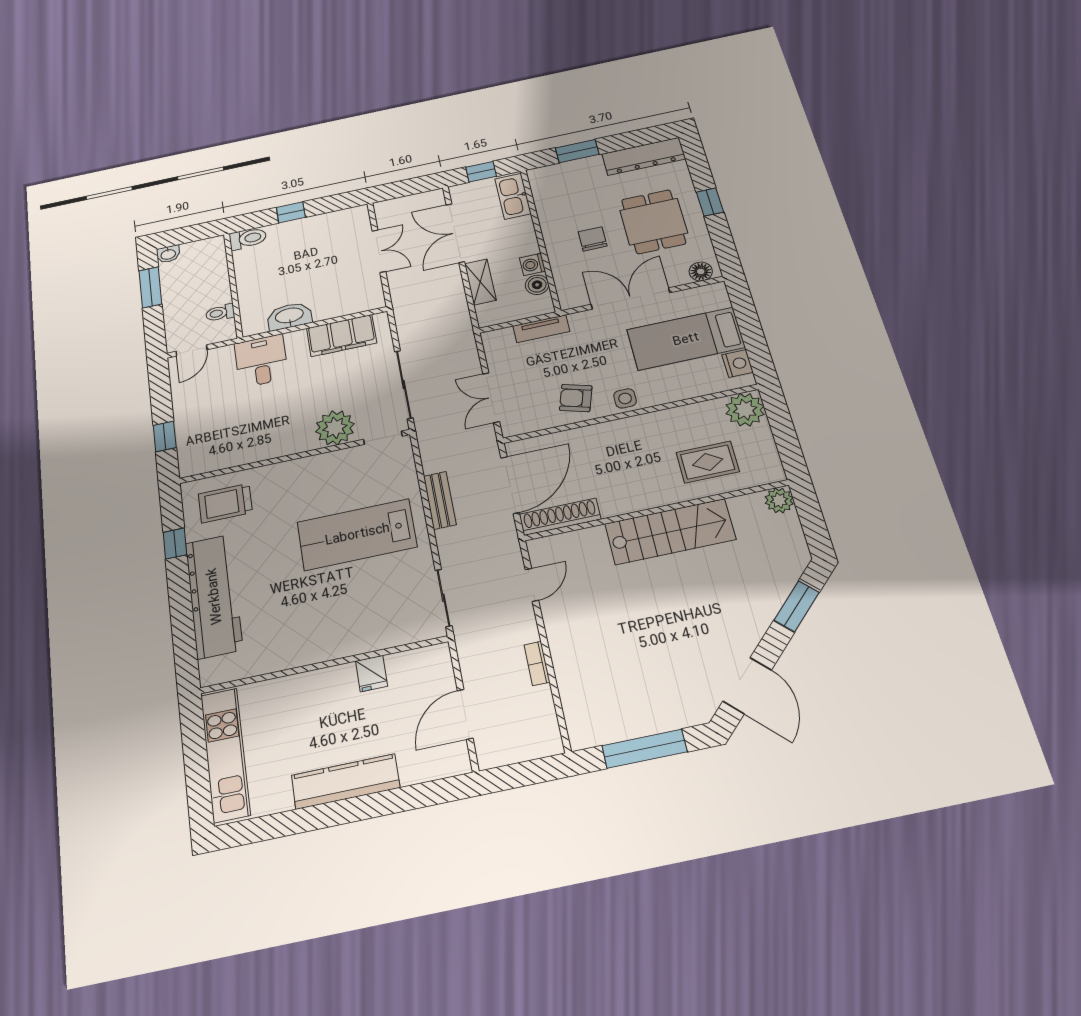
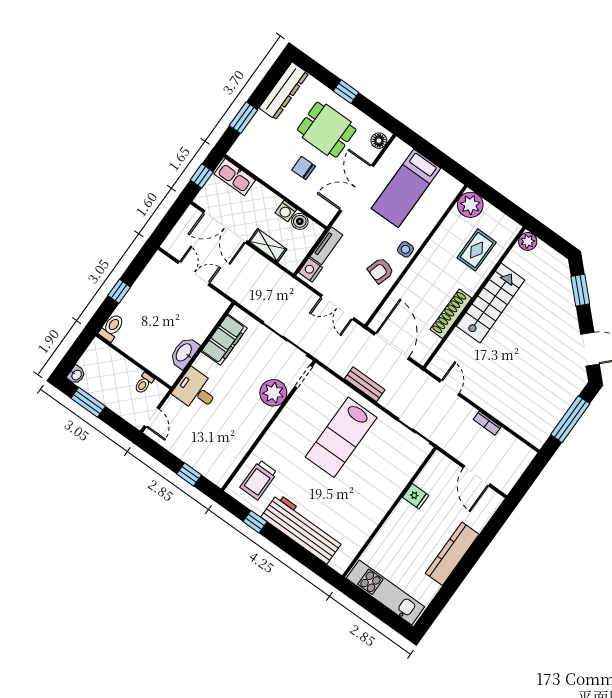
nightstand: (738, 364) -> (310, 270), moved, turned -90
shoe rack: (560, 517) -> (451, 314), moved

